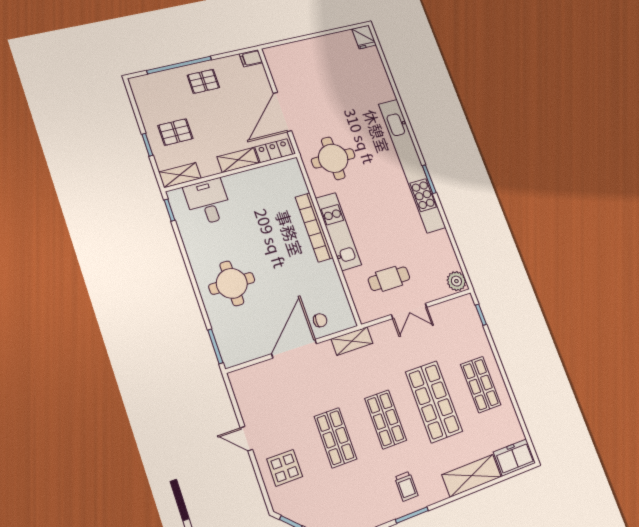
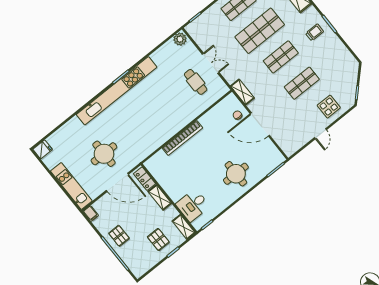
round table: (333, 158) -> (104, 154), moved
kitchen unit: (338, 231) -> (71, 186), moved, turned 90

